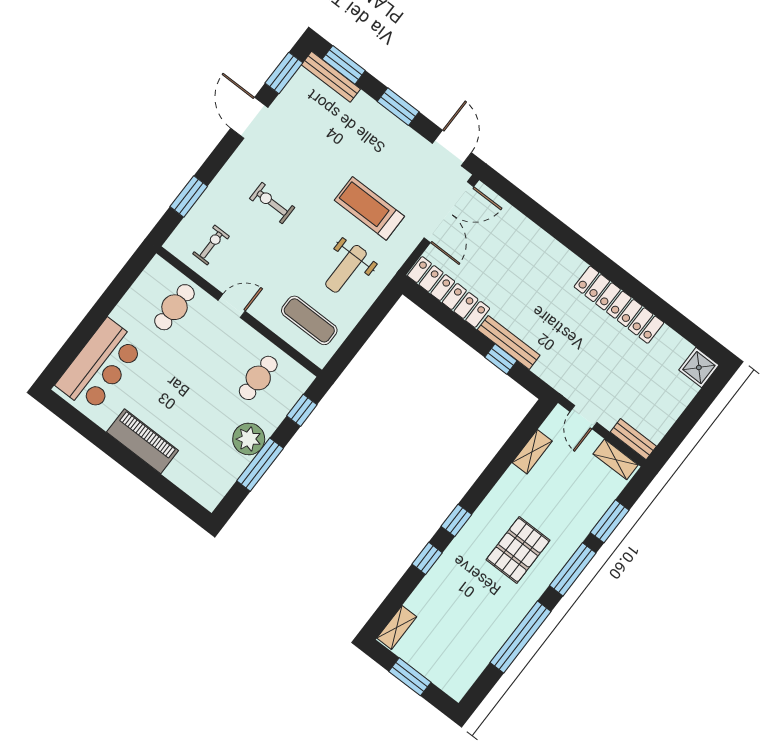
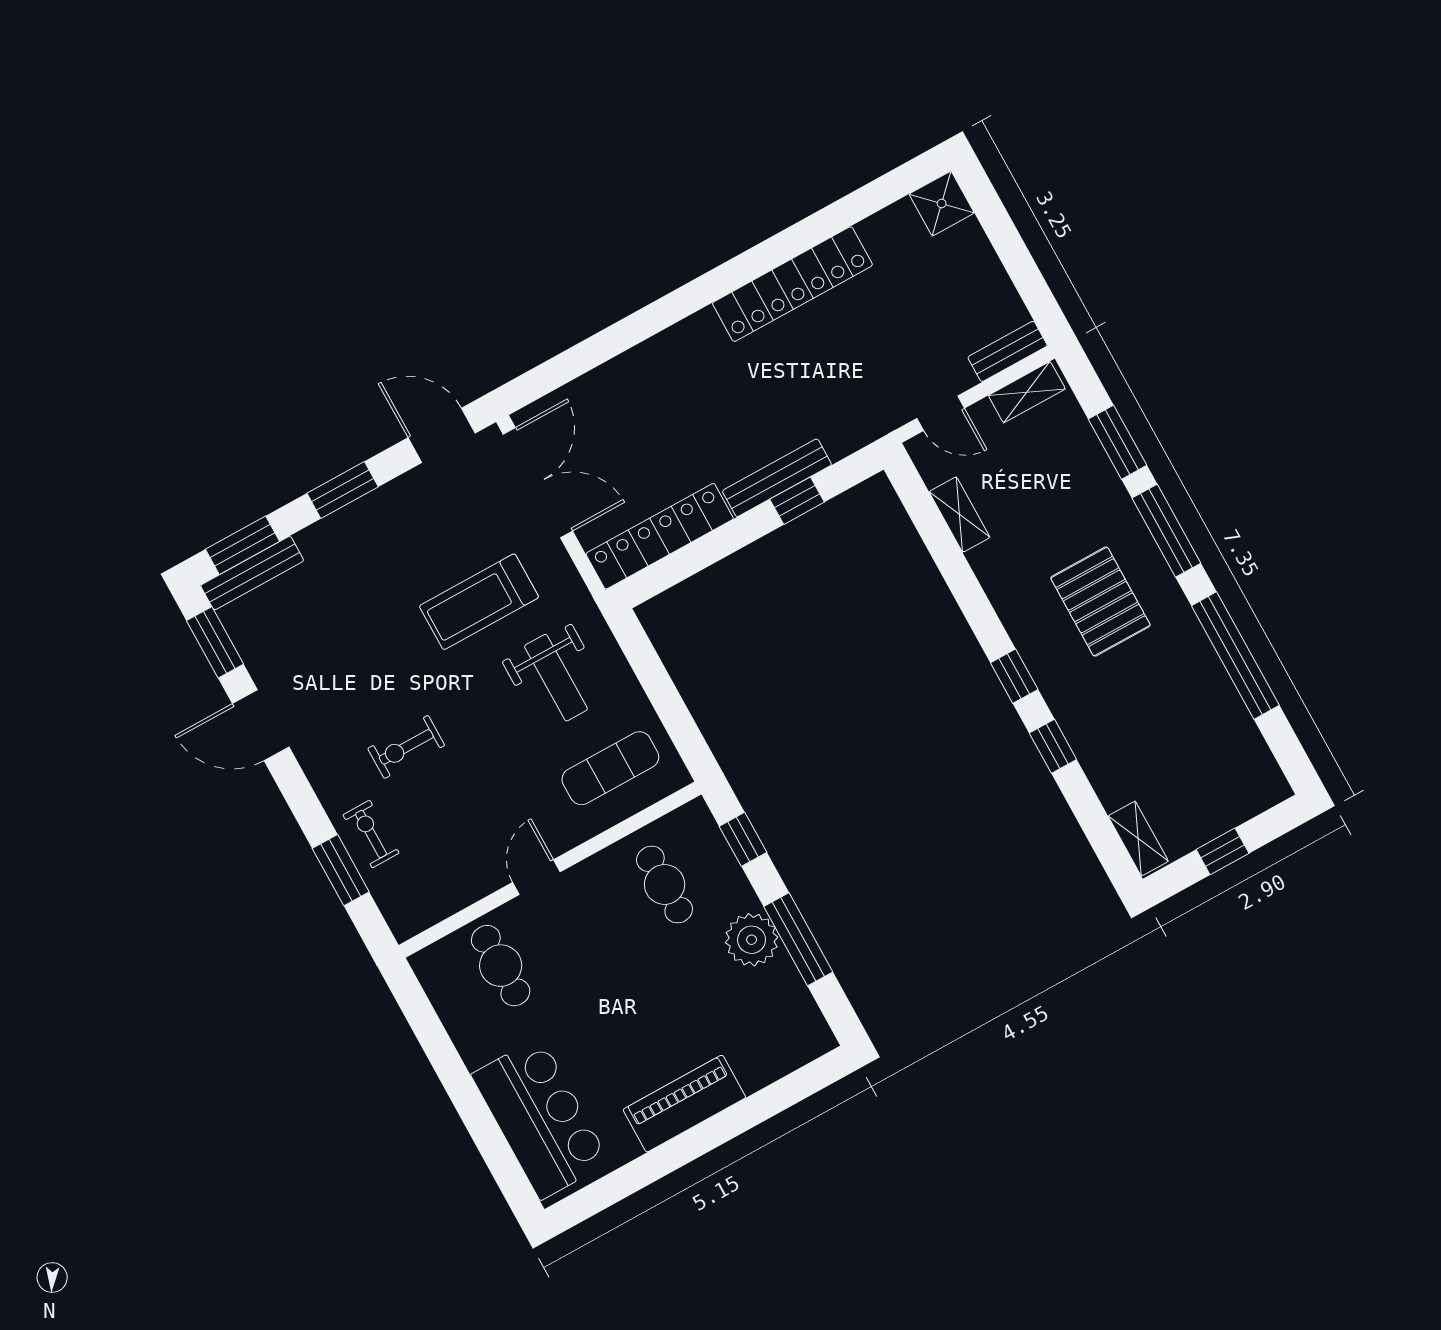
exercise bike: (211, 245) -> (371, 834), moved
window: (410, 677) -> (1223, 851), width x0.67

